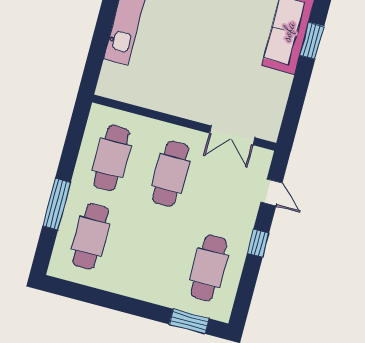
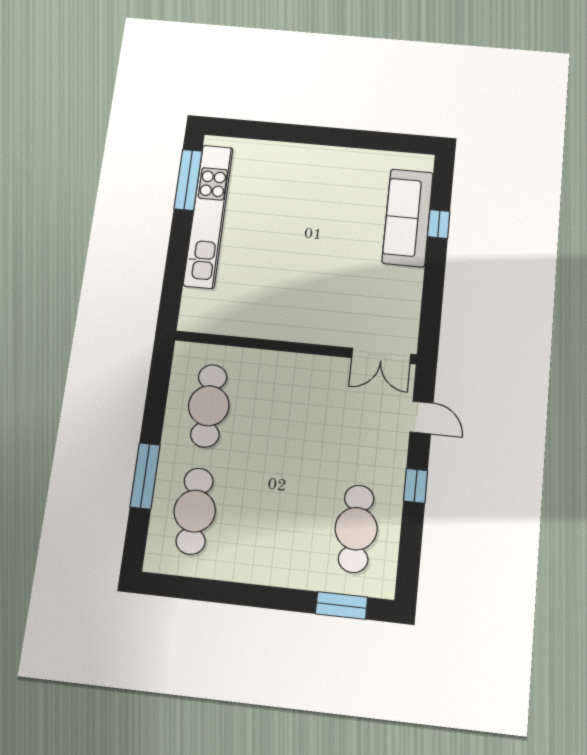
window: (312, 41) -> (439, 224), width x0.67
double door: (232, 135) -> (381, 356), moved
cafe table: (171, 174) -> (287, 414), removed

